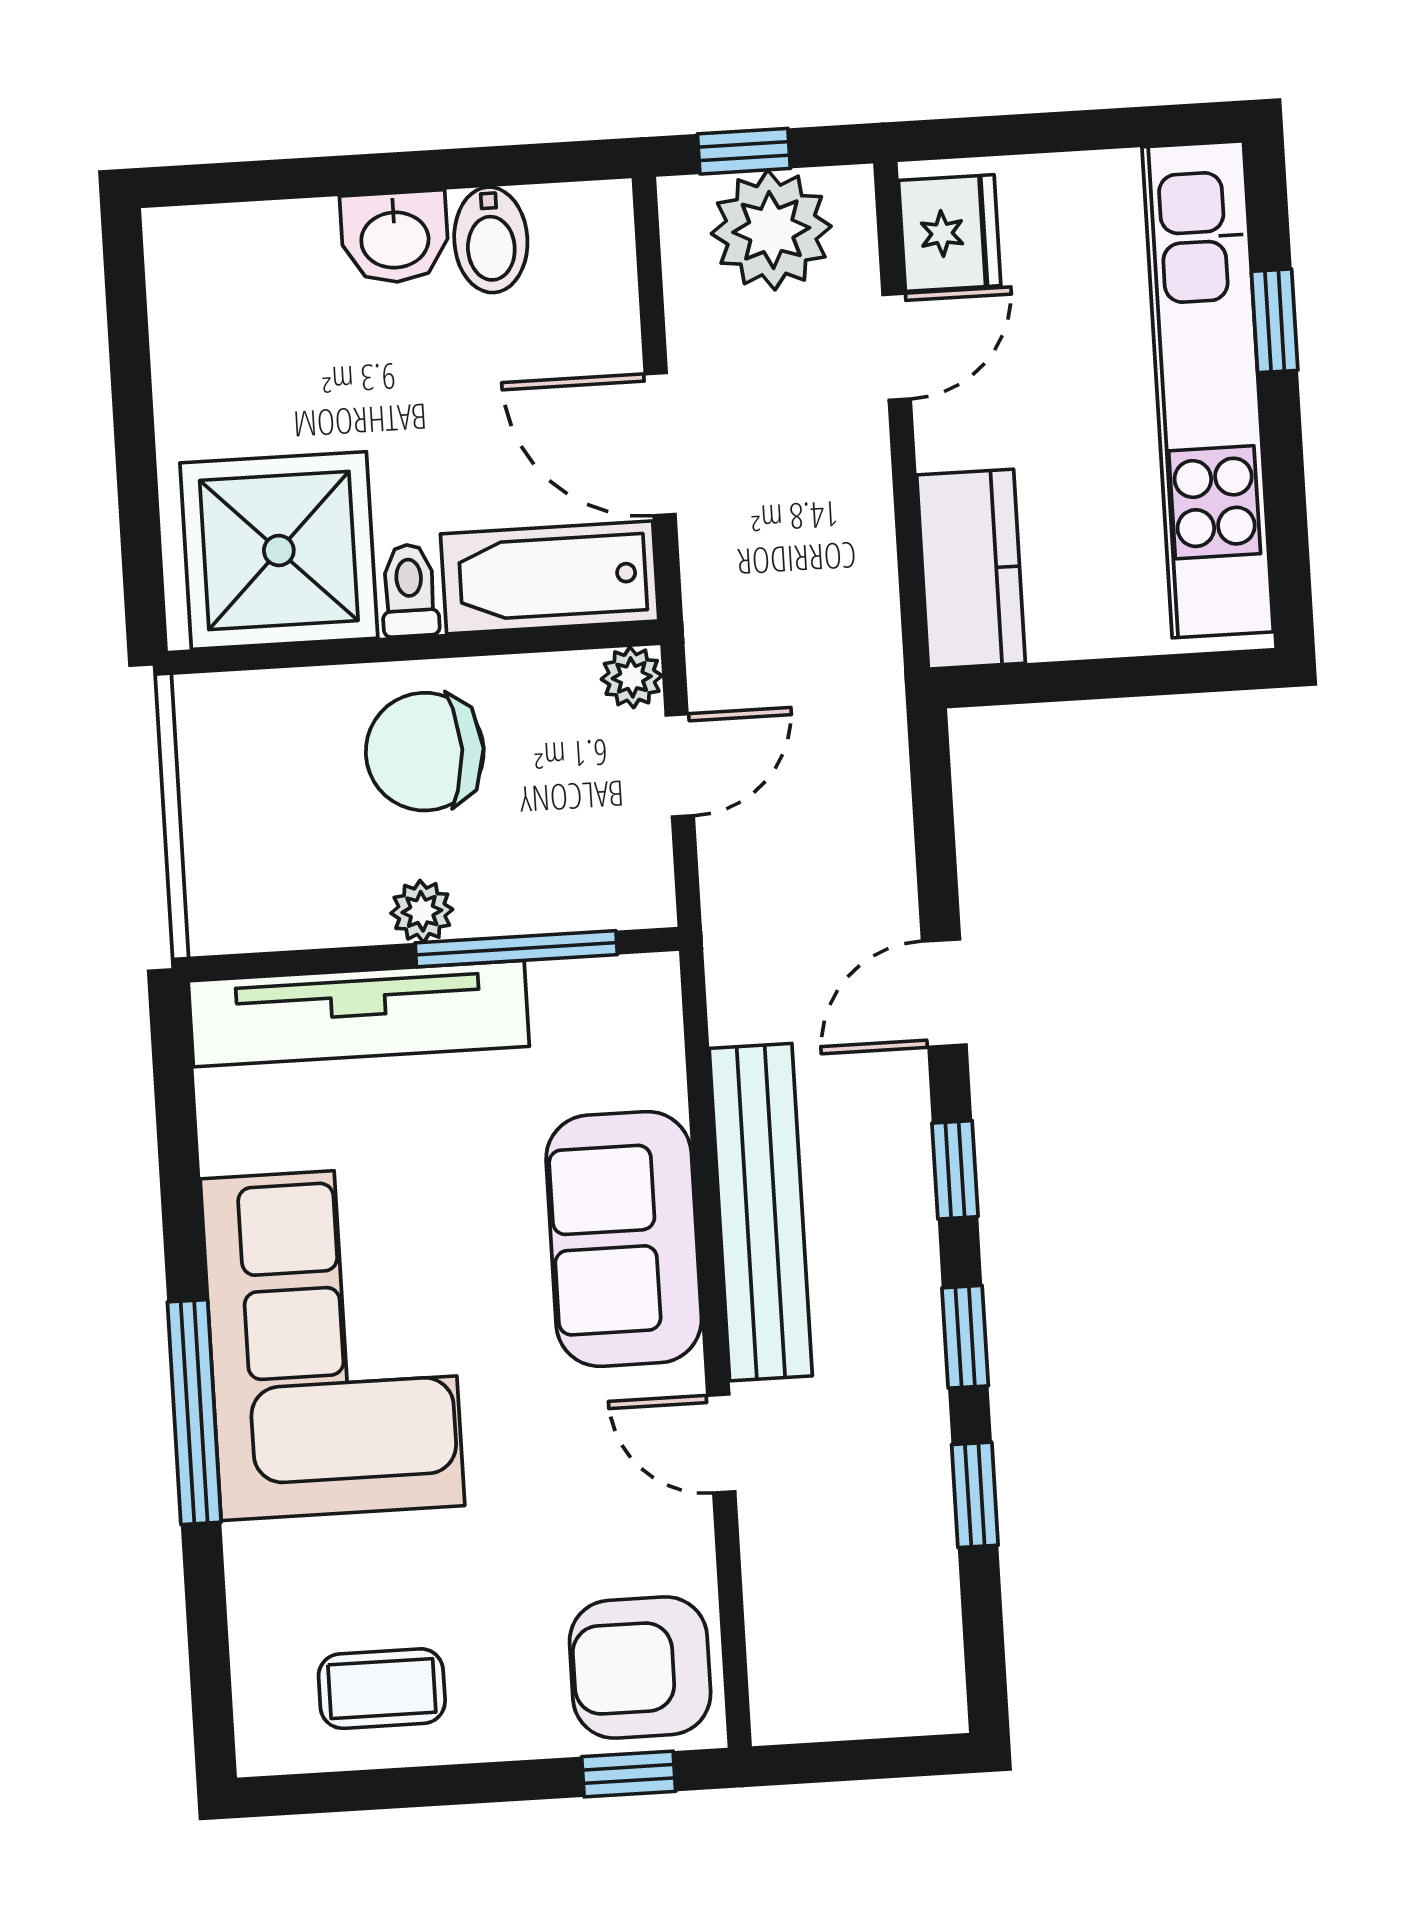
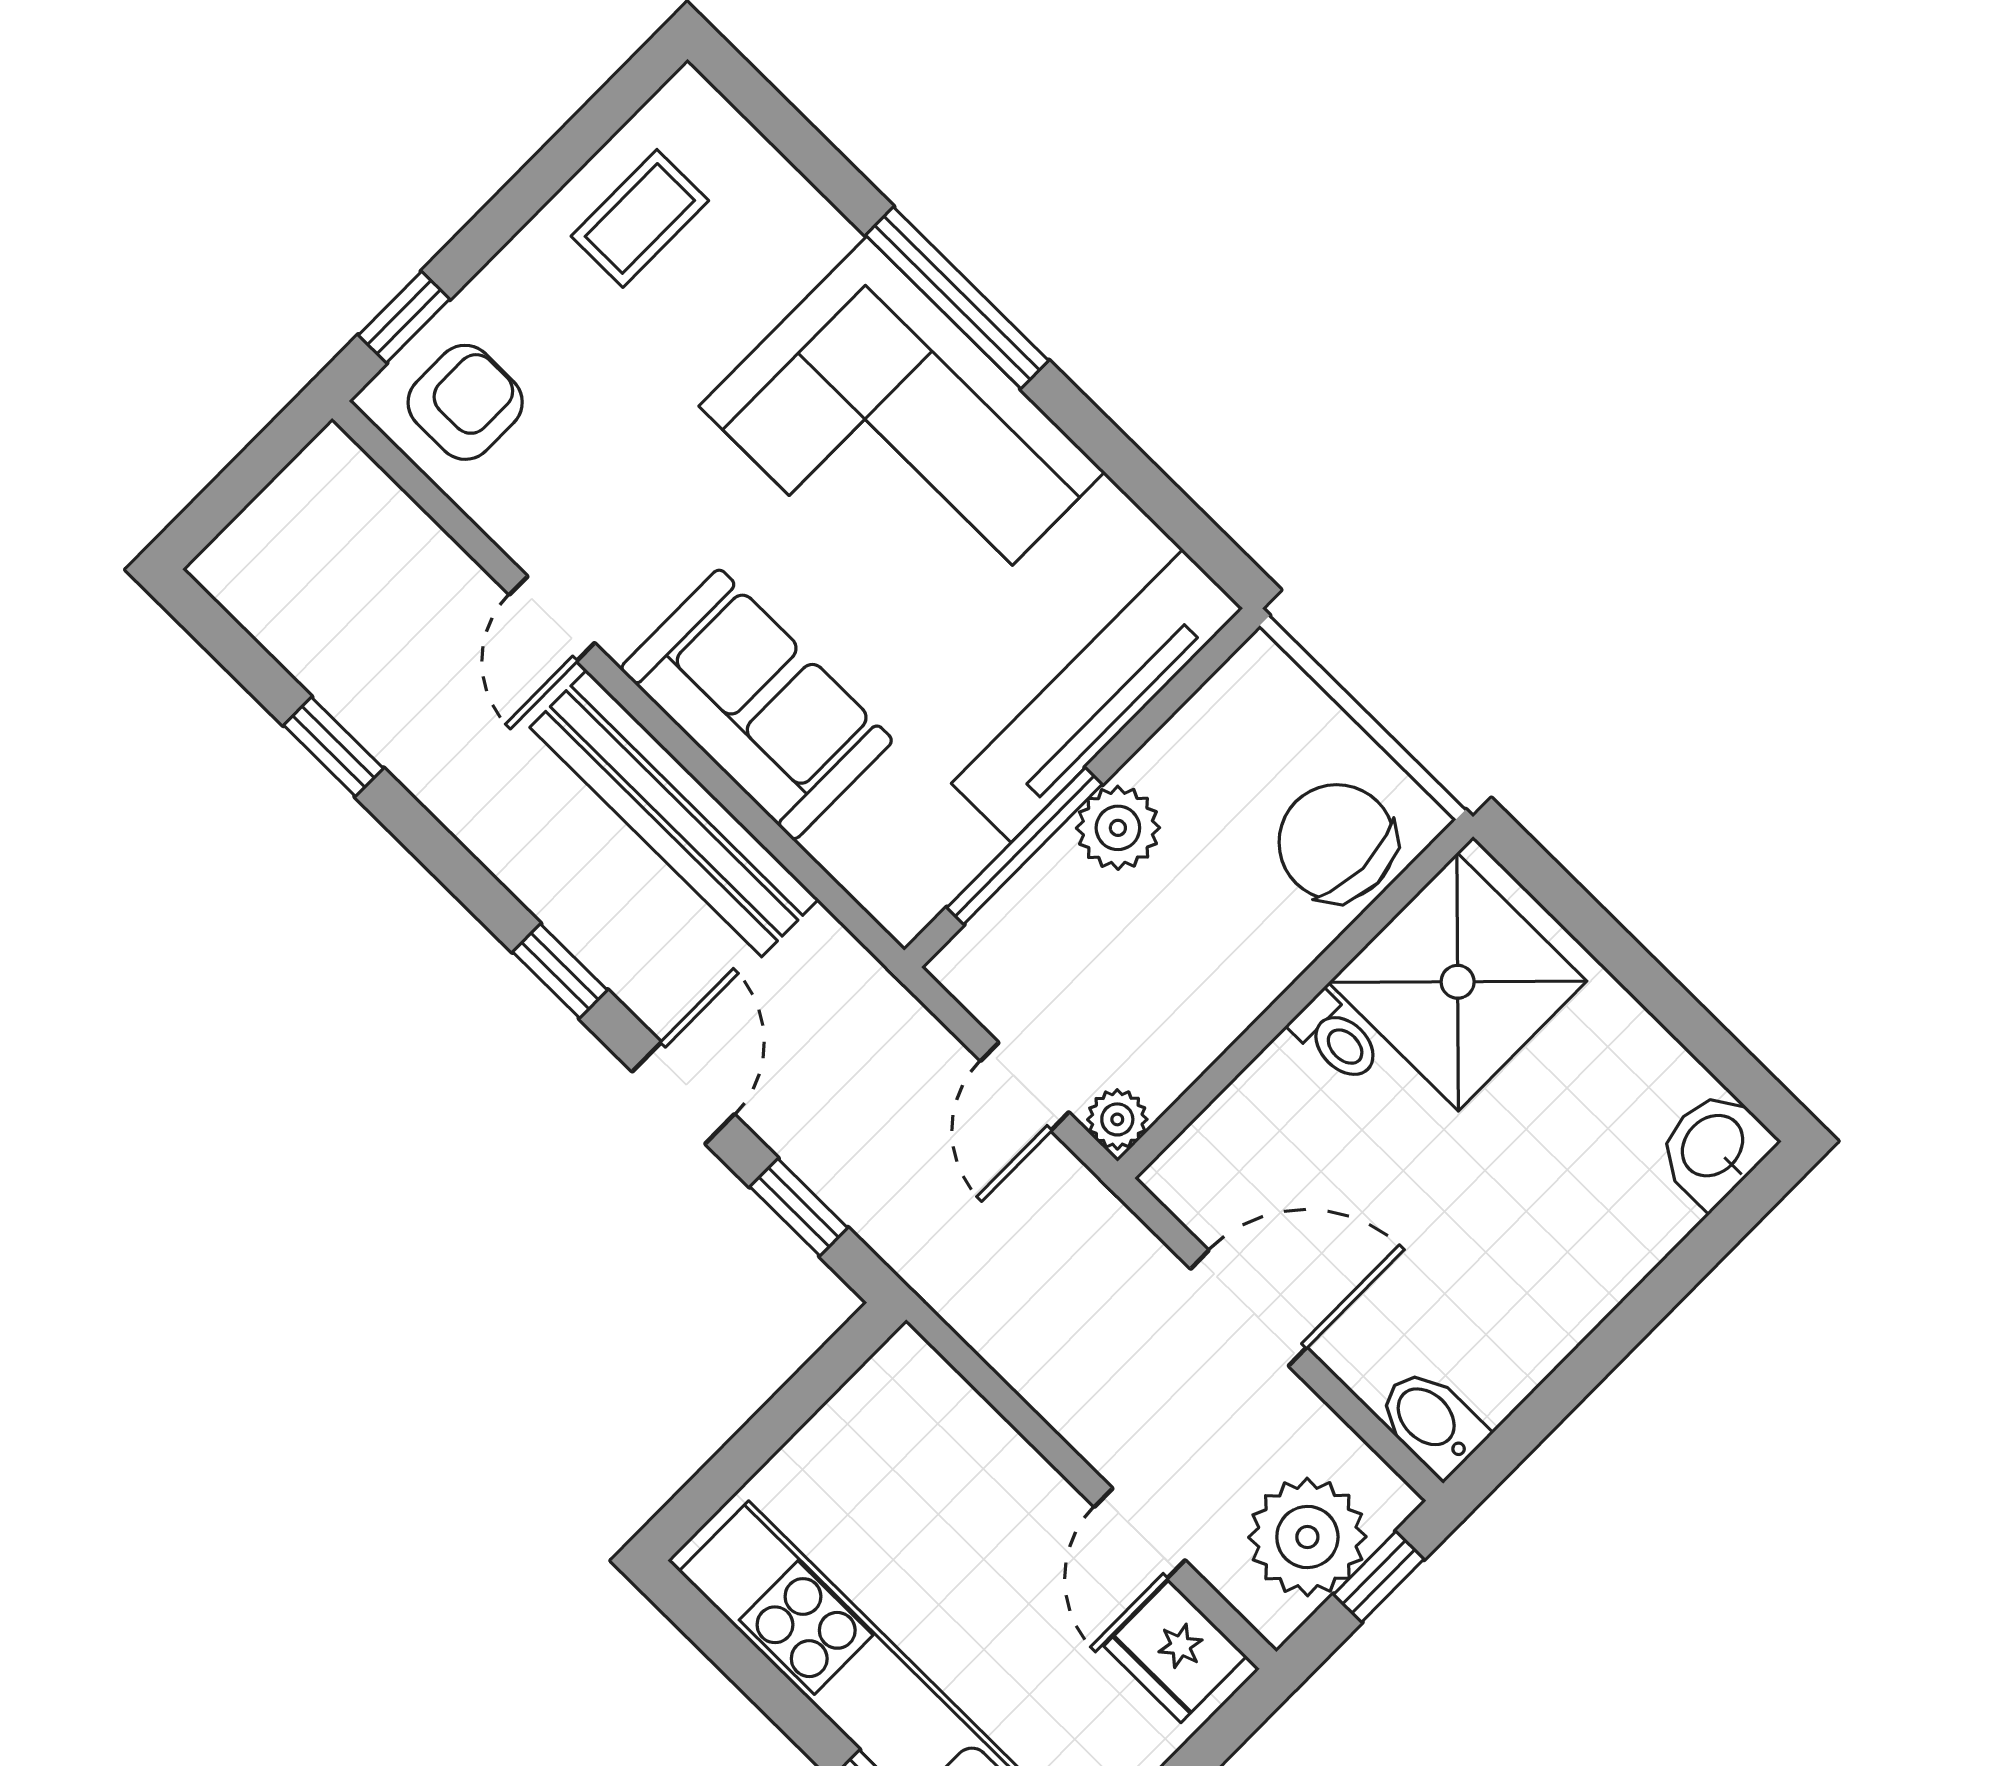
washbasin: (395, 237) -> (1714, 1147), moved
bidet: (491, 240) -> (1431, 1422), moved
kitchen counter: (971, 569) -> (940, 1420), removed
bathtub: (550, 577) -> (1242, 1139), removed
chair: (425, 752) -> (1337, 842), moved, turned -90
plant: (422, 911) -> (1118, 828), width x1.38, depth x1.38
window: (965, 1337) -> (799, 1207), moved
door: (721, 1443) -> (552, 619), swing flipped
armchair: (640, 1667) -> (465, 402), width x0.72, depth x0.72

